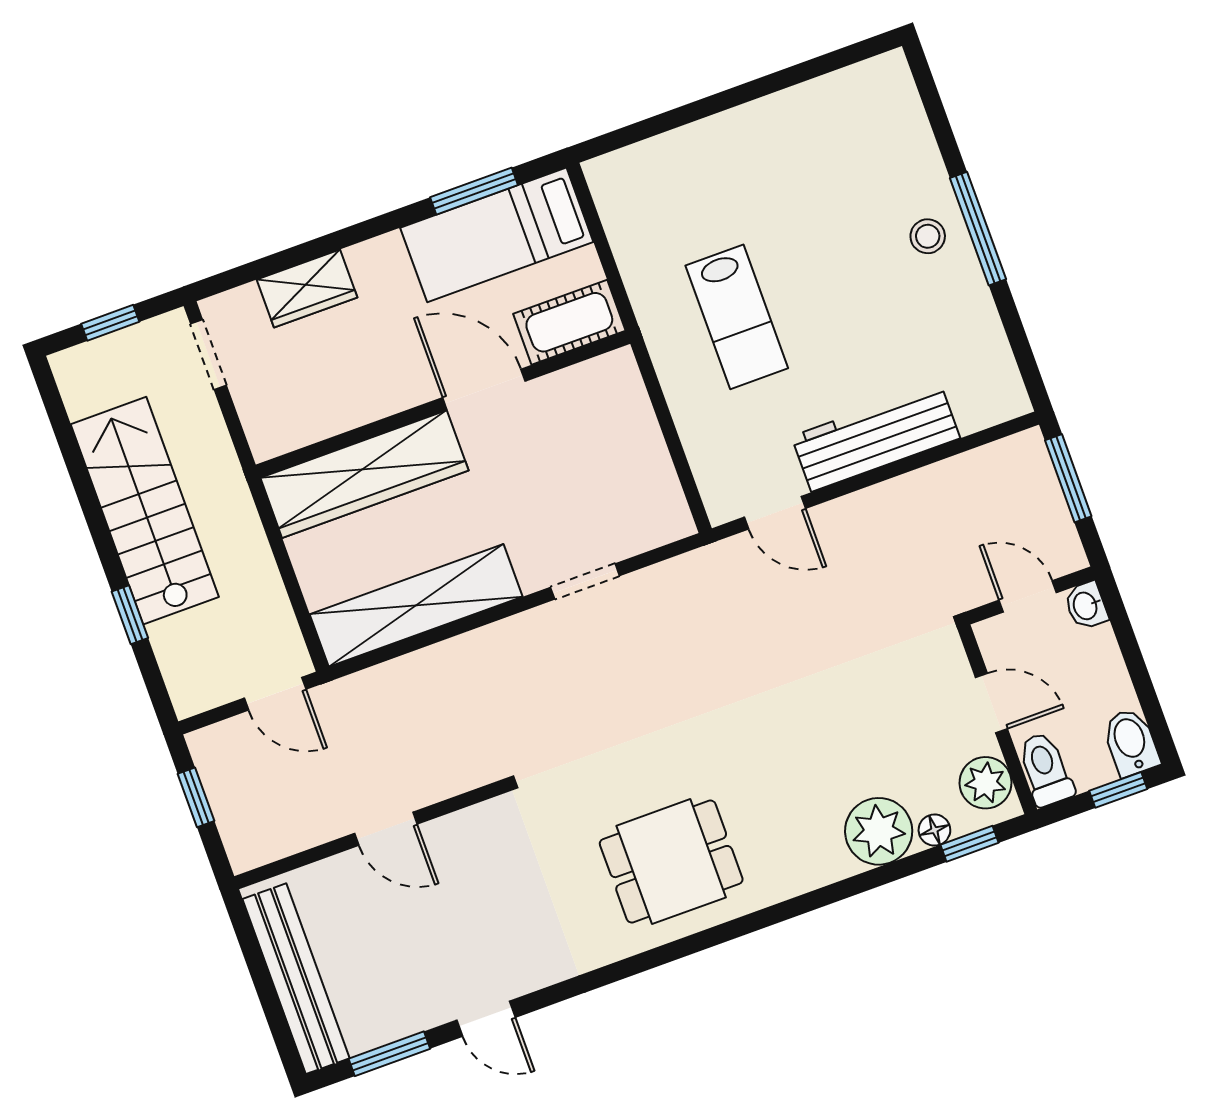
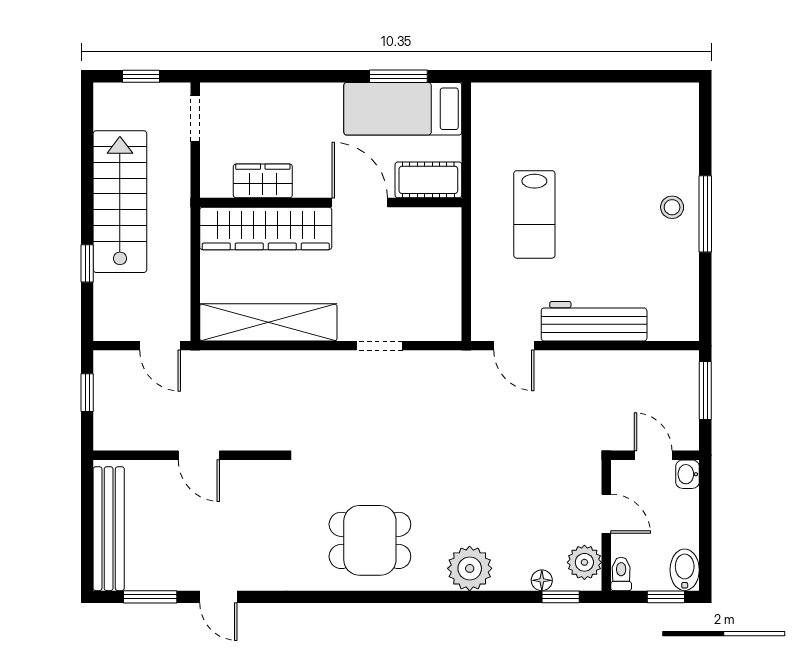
wardrobe: (307, 288) -> (263, 181), moved, turned 180
toilet: (1045, 769) -> (621, 574), width x0.73, depth x0.72
plant: (879, 831) -> (470, 568), moved

